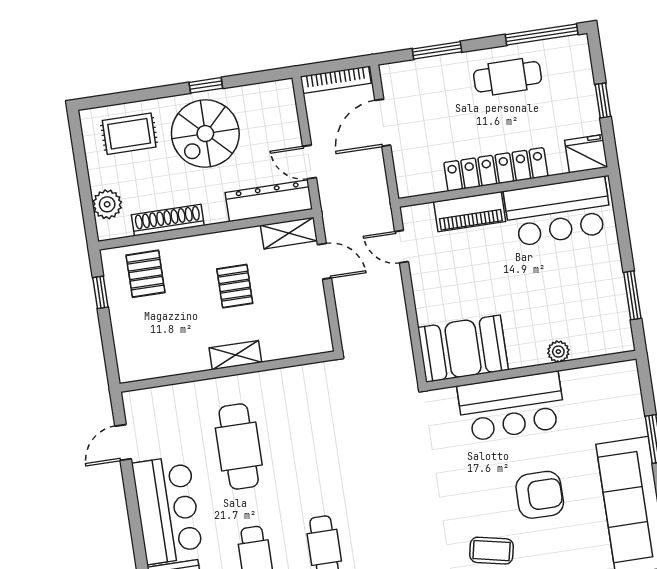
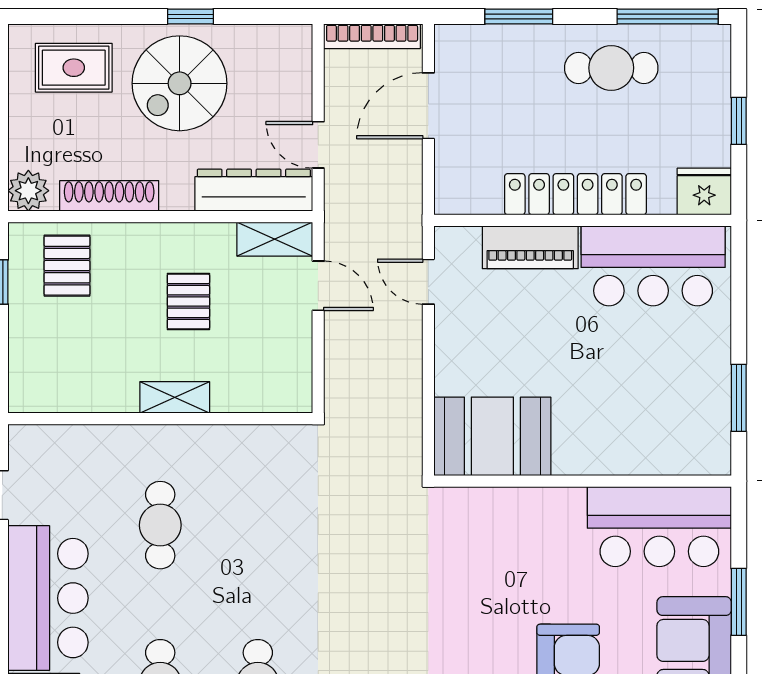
plant: (107, 204) -> (28, 191), moved
plant: (558, 352) -> (624, 460), removed
bar counter: (511, 406) -> (659, 527), moved
cafe table: (239, 446) -> (160, 525), width x0.73, depth x0.74

